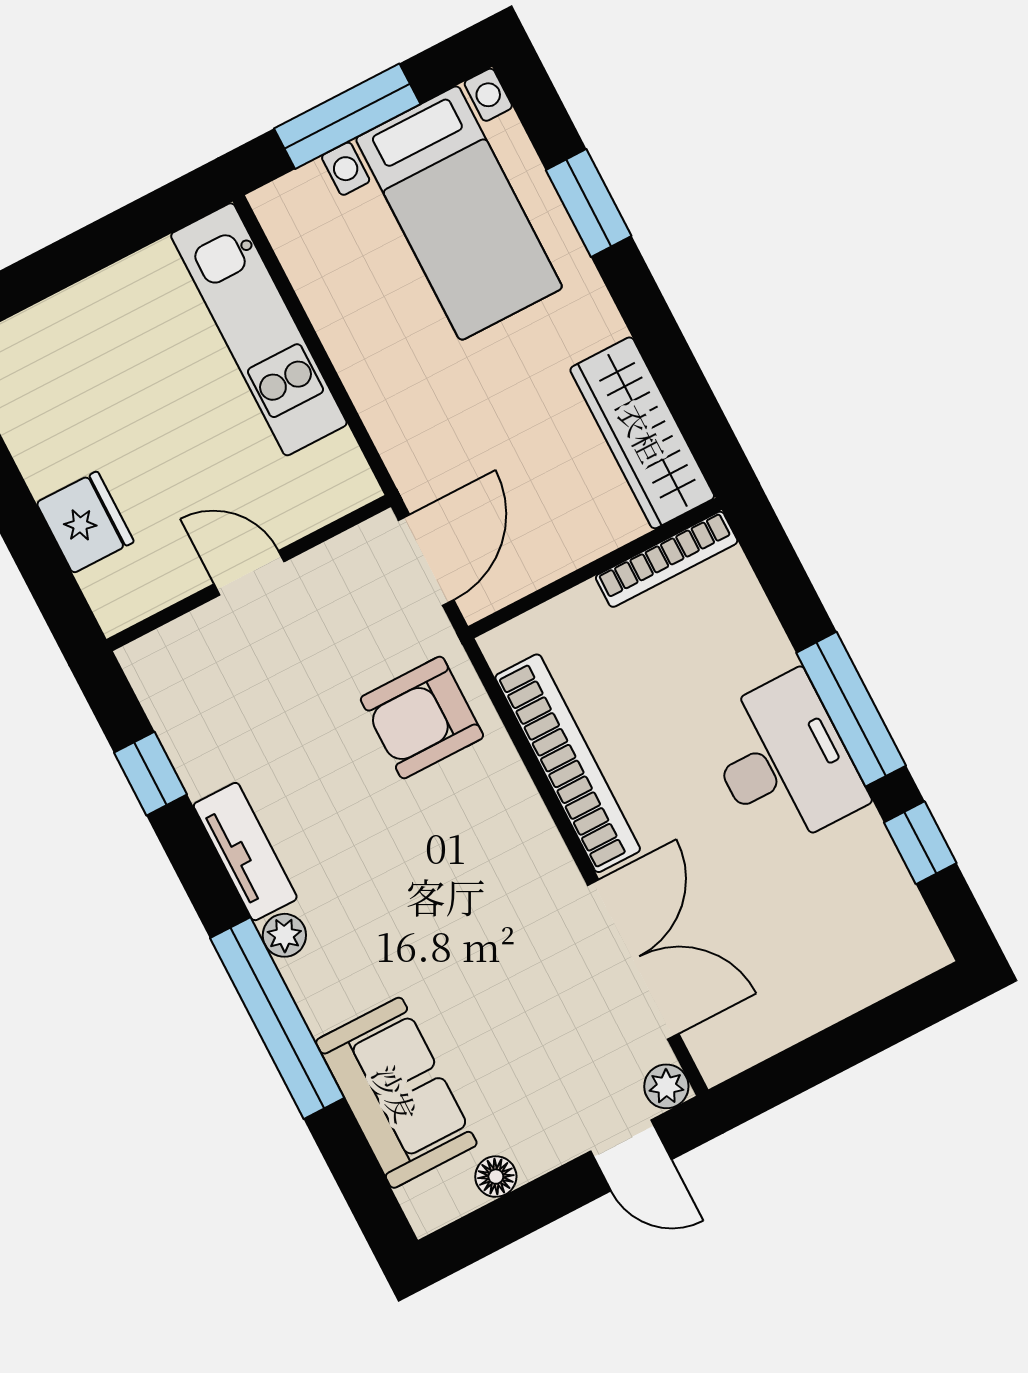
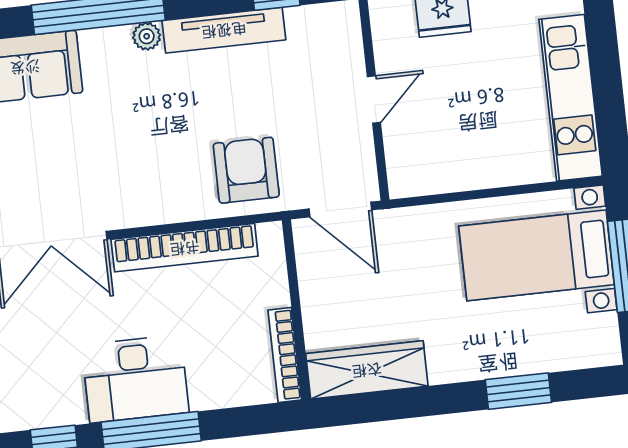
bed with nightstands: (459, 213) -> (536, 255), moved
kitchen unit: (259, 329) -> (571, 98), moved, turned -90
tv unit: (245, 852) -> (224, 30), width x1.41

